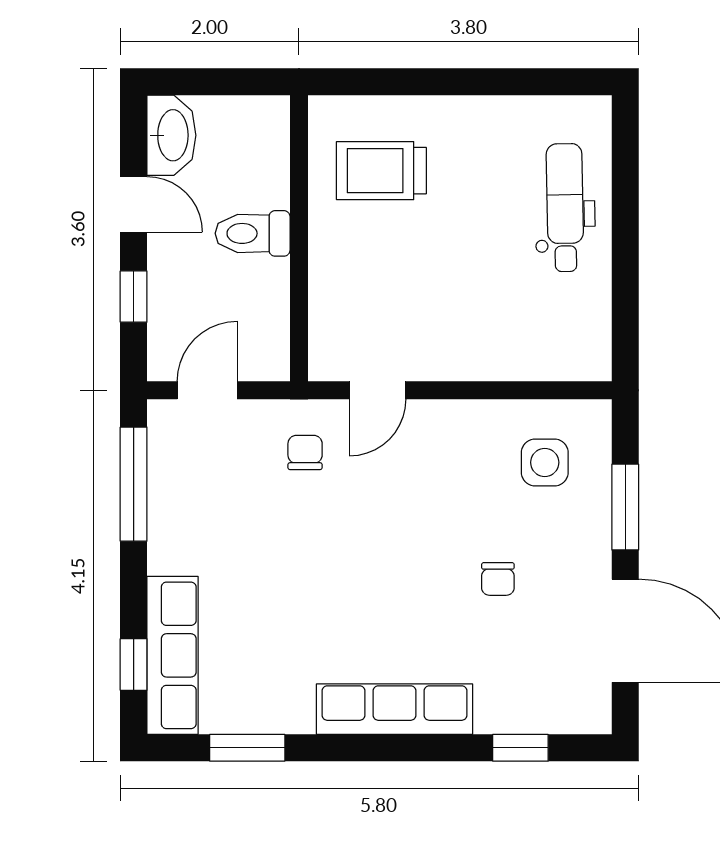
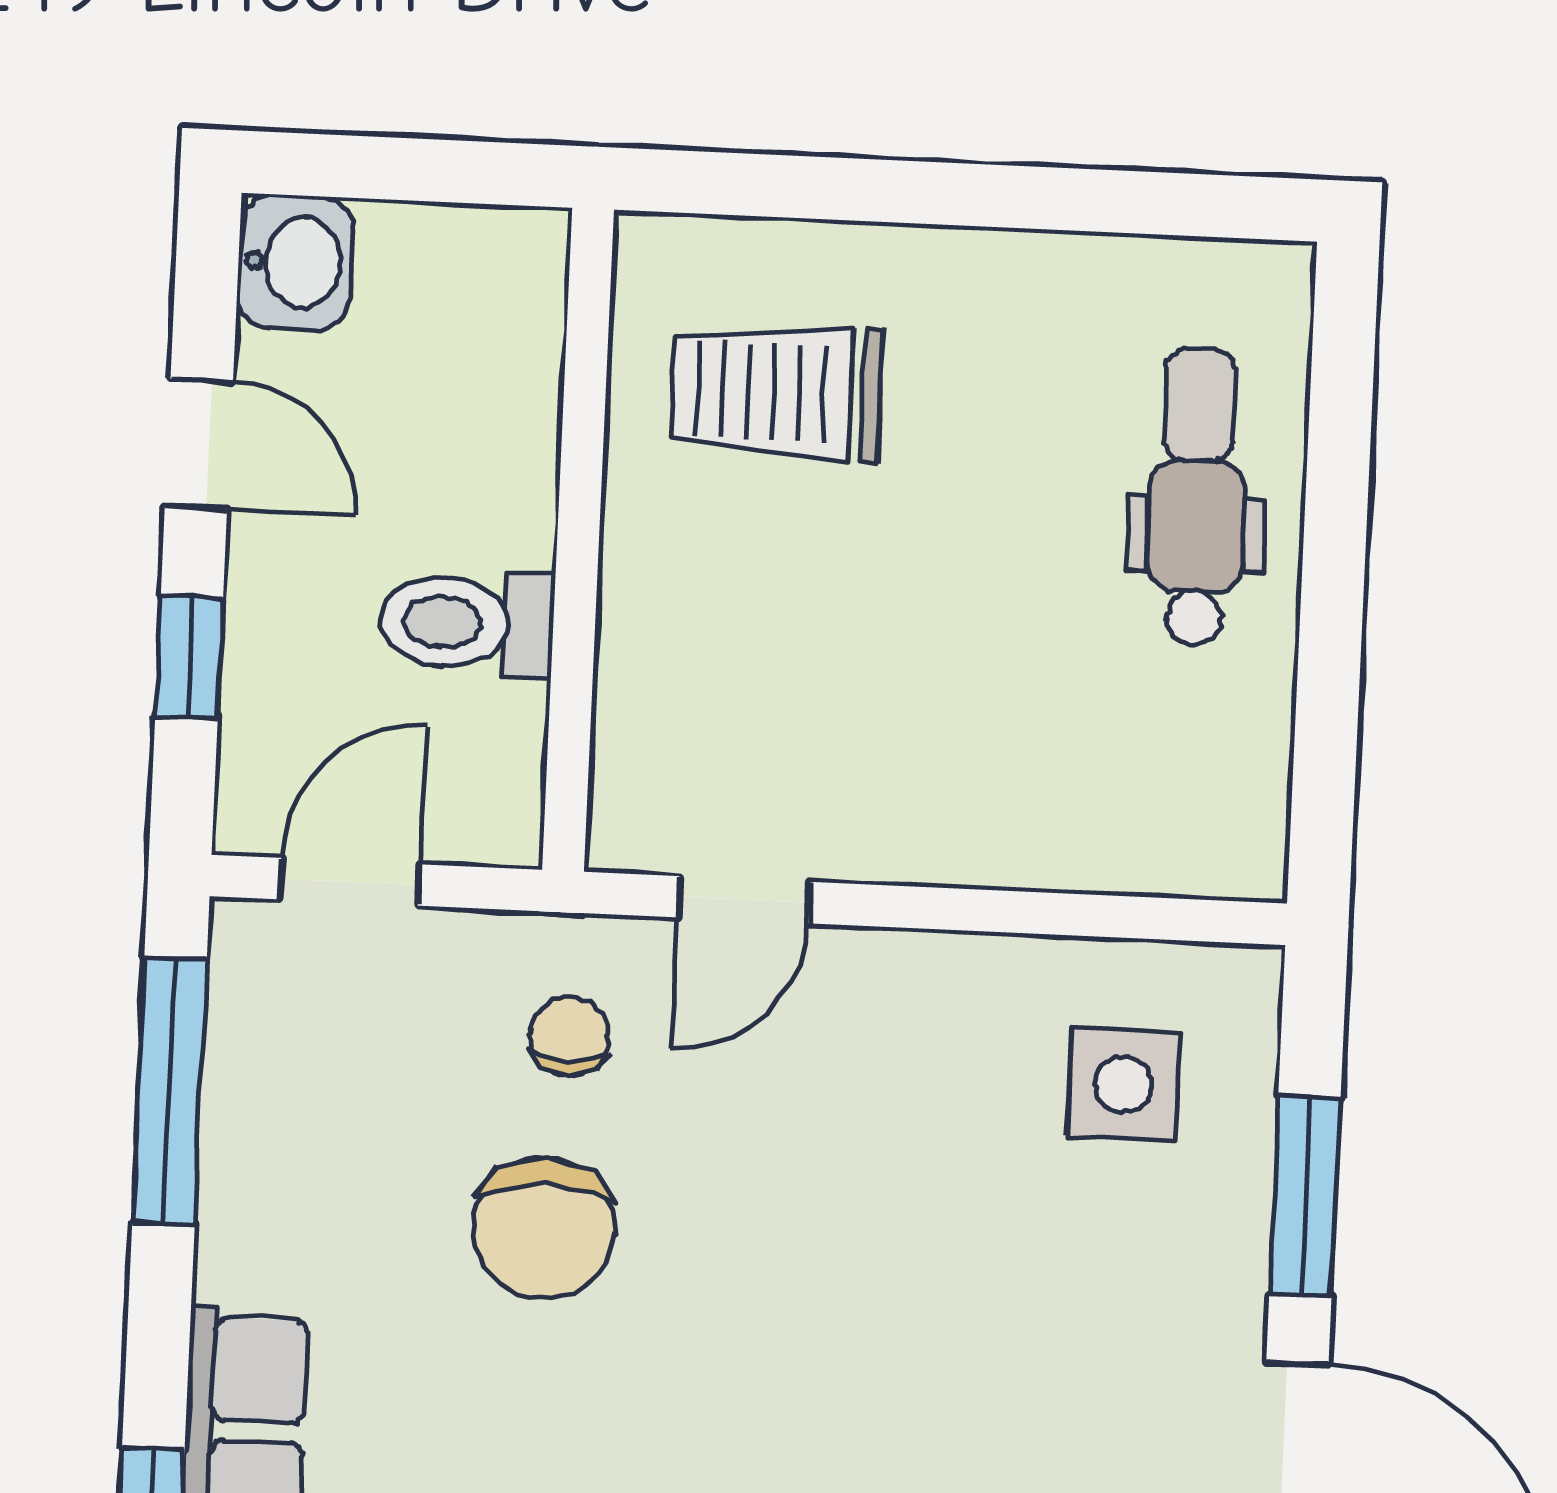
washbasin: (171, 135) -> (295, 262), width x0.72
toilet: (253, 233) -> (467, 623), moved
chair: (498, 579) -> (544, 1228), moved, width x1.87, depth x1.87

